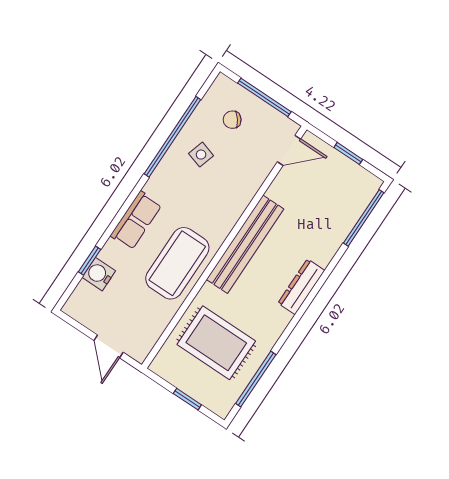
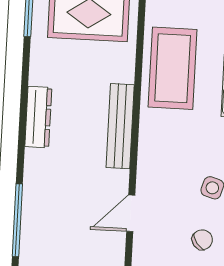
door: (289, 150) -> (131, 213), moved
bench: (245, 244) -> (120, 126), width x0.73, depth x0.82

